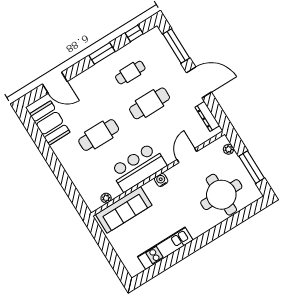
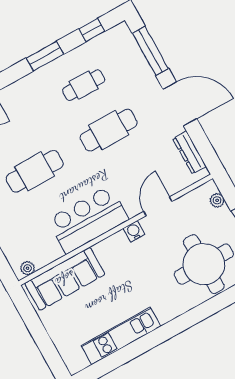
water cooler: (161, 180) -> (134, 231), moved
plant: (106, 198) -> (28, 268), moved

